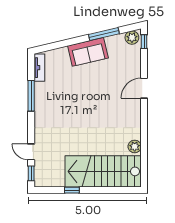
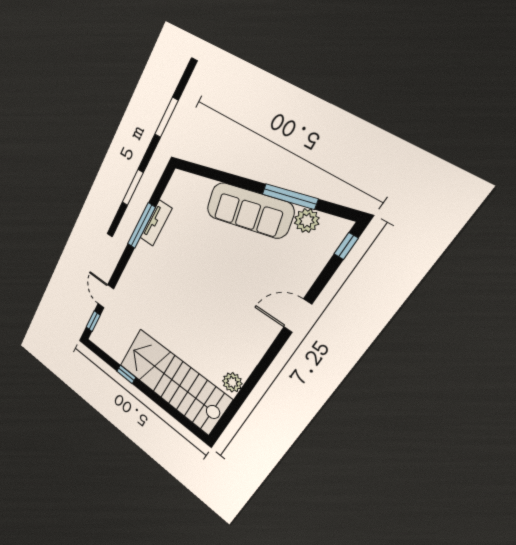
plant: (132, 38) -> (307, 221), moved
sofa: (88, 52) -> (249, 210), width x1.36
tv unit: (39, 68) -> (156, 223), moved

